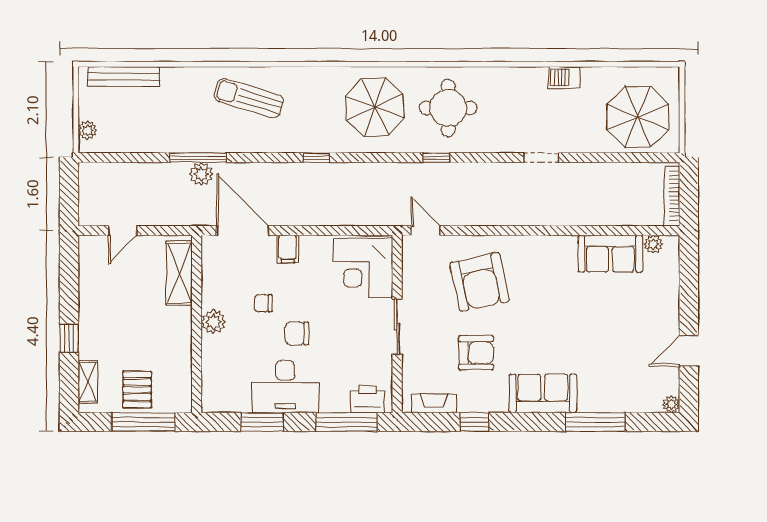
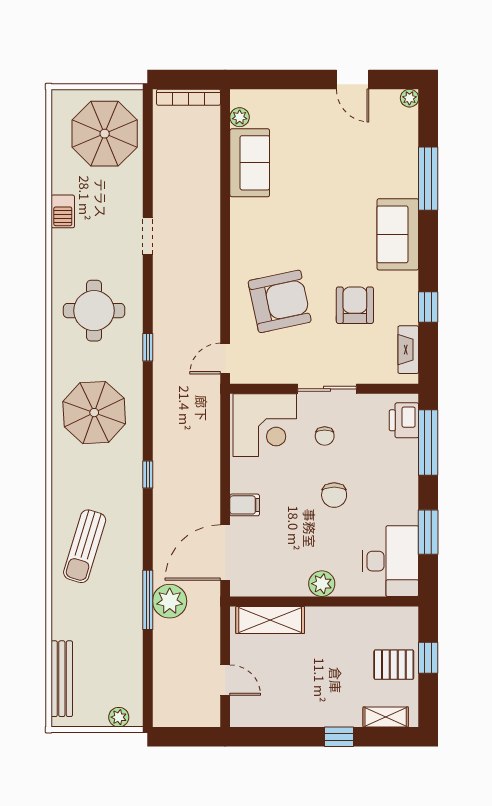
round table: (448, 108) -> (94, 311), moved
plant: (201, 174) -> (170, 601), width x1.36, depth x1.36
chair: (263, 303) -> (325, 436), moved
desk: (285, 387) -> (391, 561), moved
window: (144, 422) -> (428, 658), width x0.46

